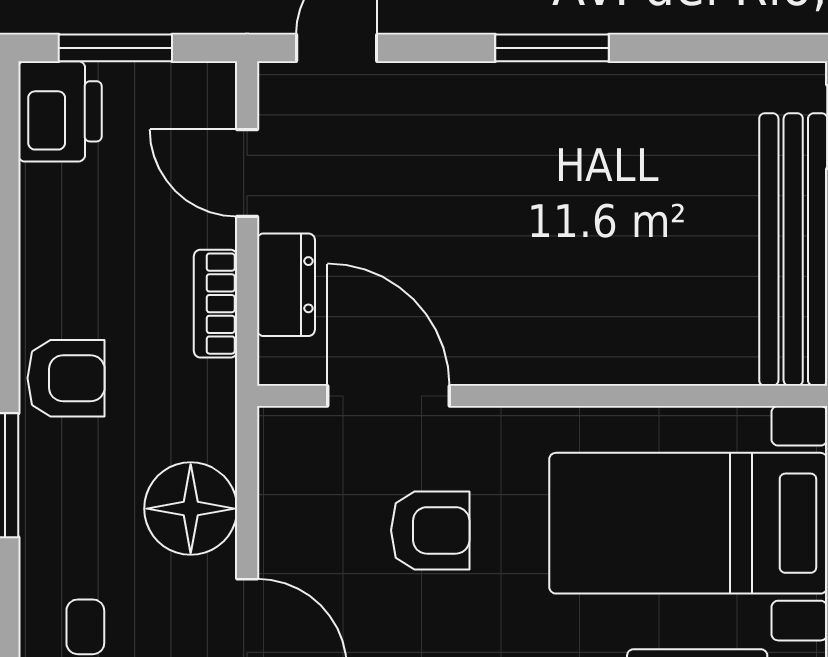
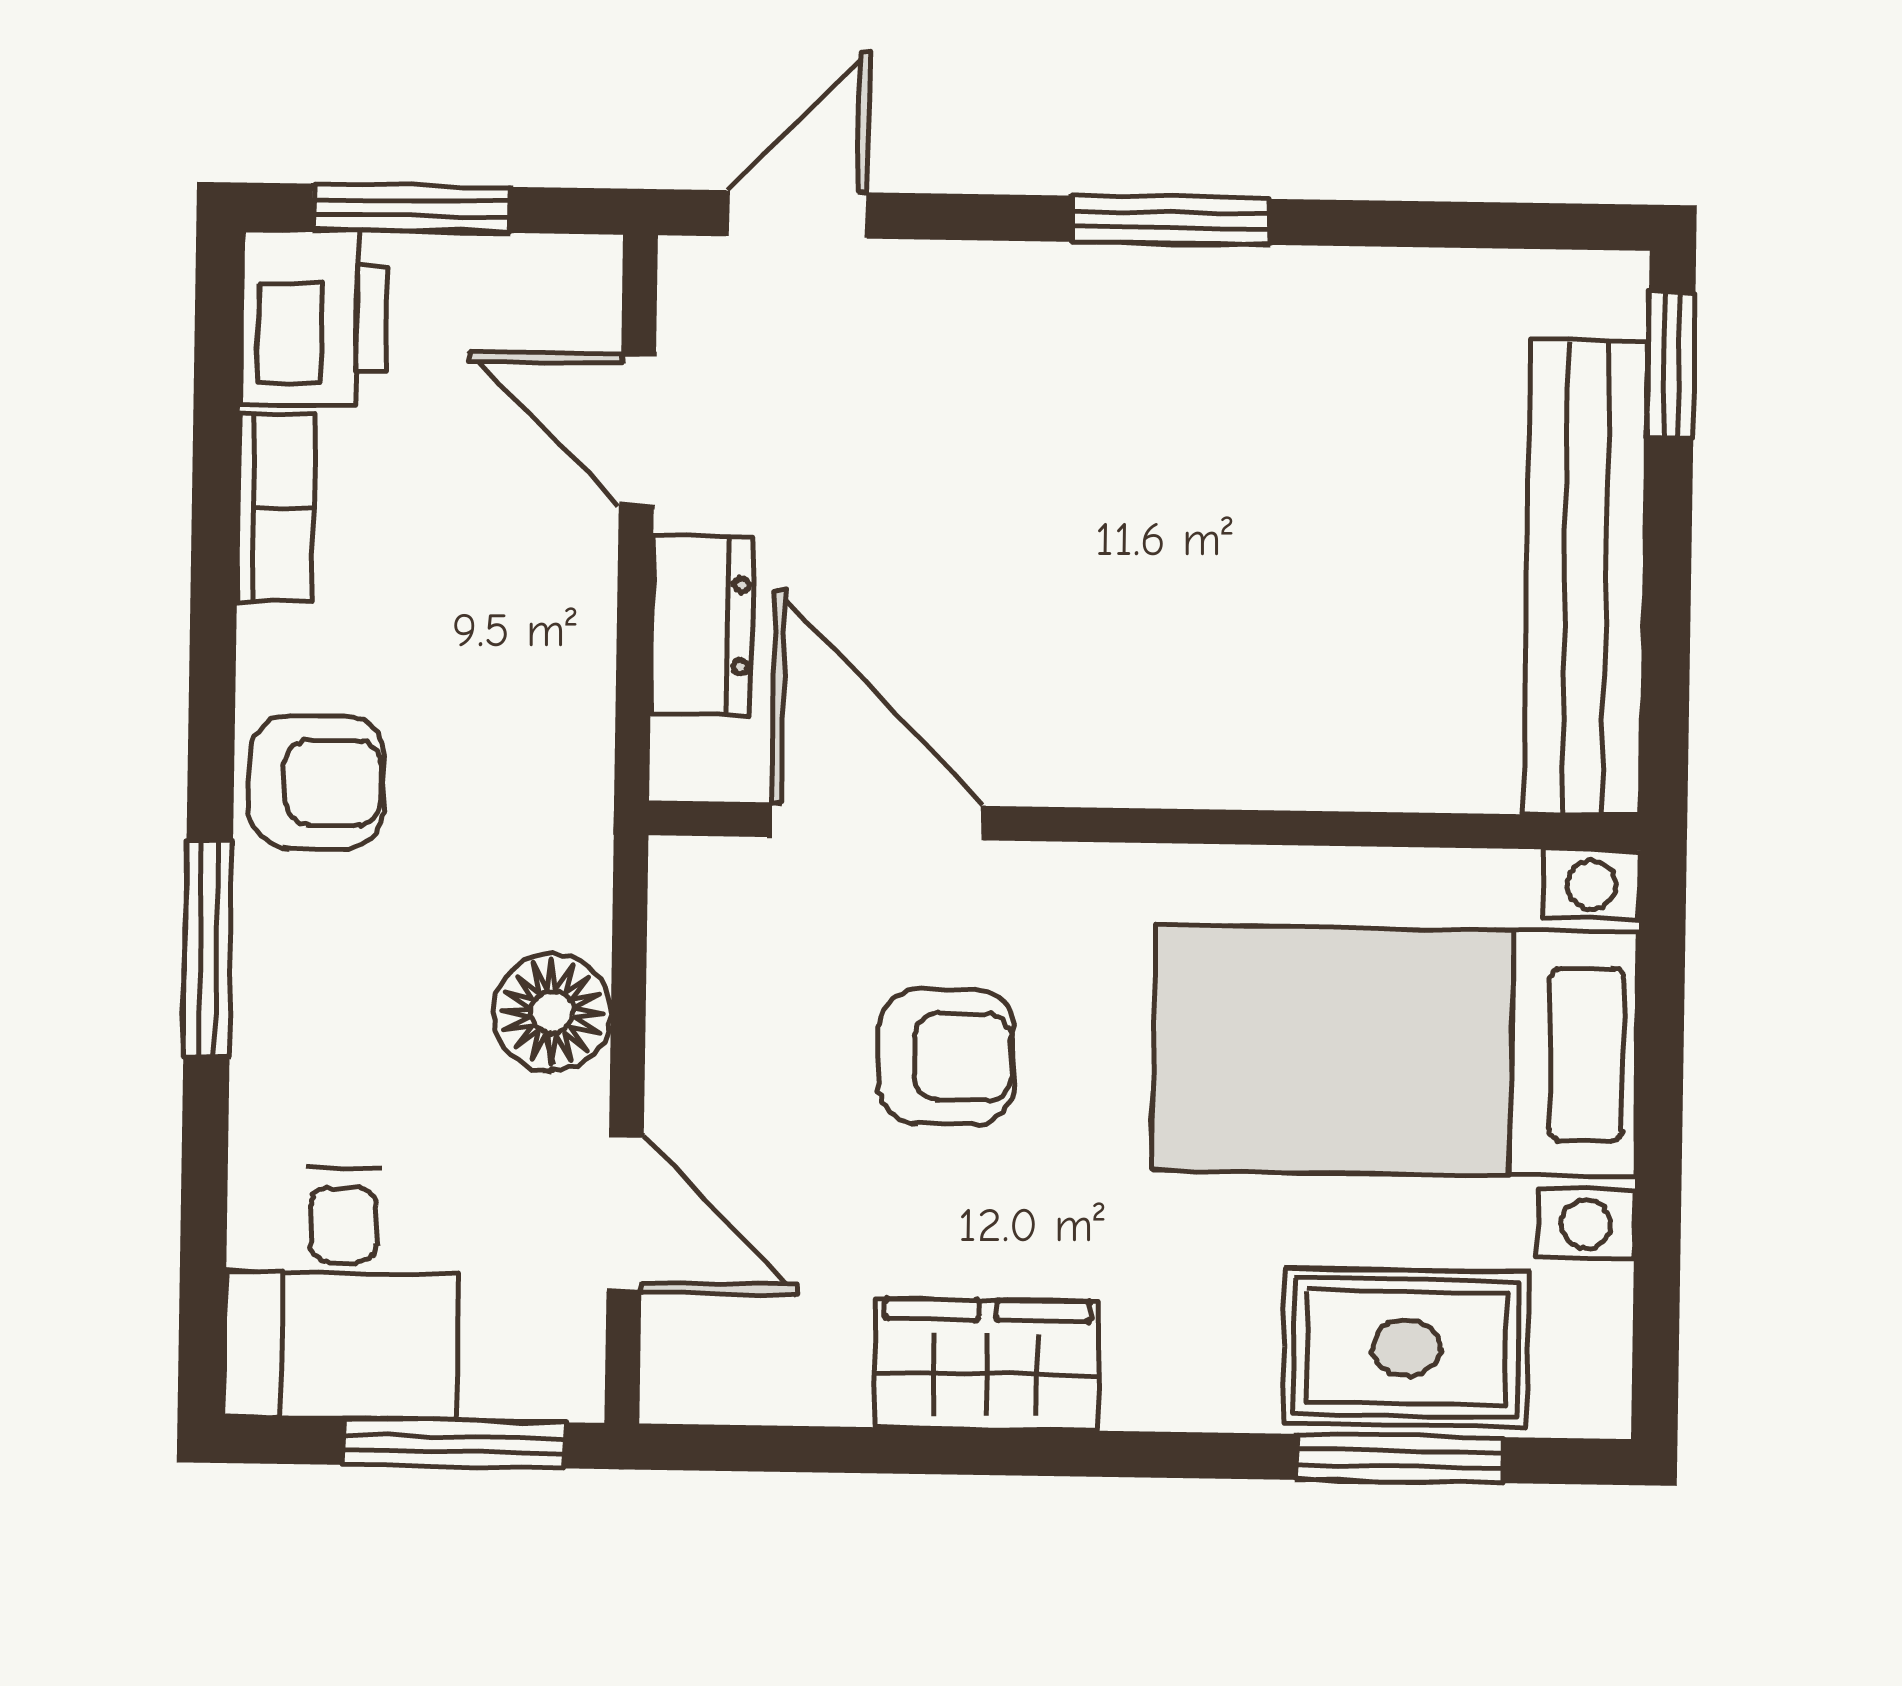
bookcase: (216, 304) -> (276, 508), moved, turned 180
floor lamp: (191, 509) -> (552, 1013), width x0.73, depth x0.73

